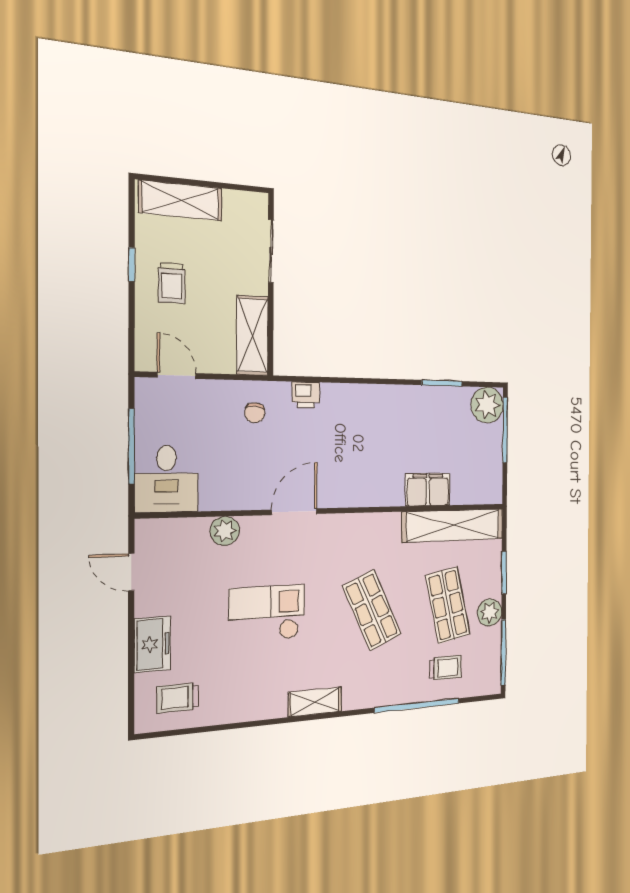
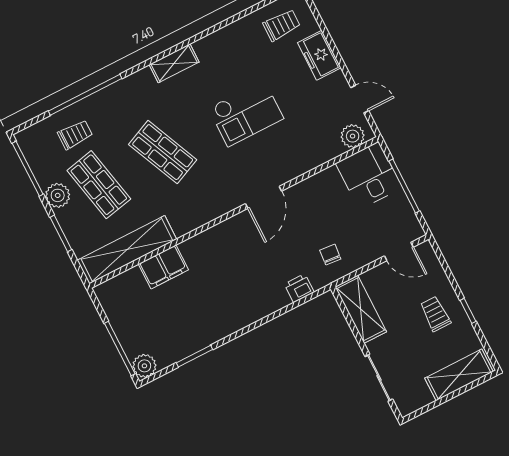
plant: (487, 405) -> (144, 366), width x0.73, depth x0.73
plant: (225, 531) -> (353, 136), moved
trolley: (446, 668) -> (75, 134), turned 180

